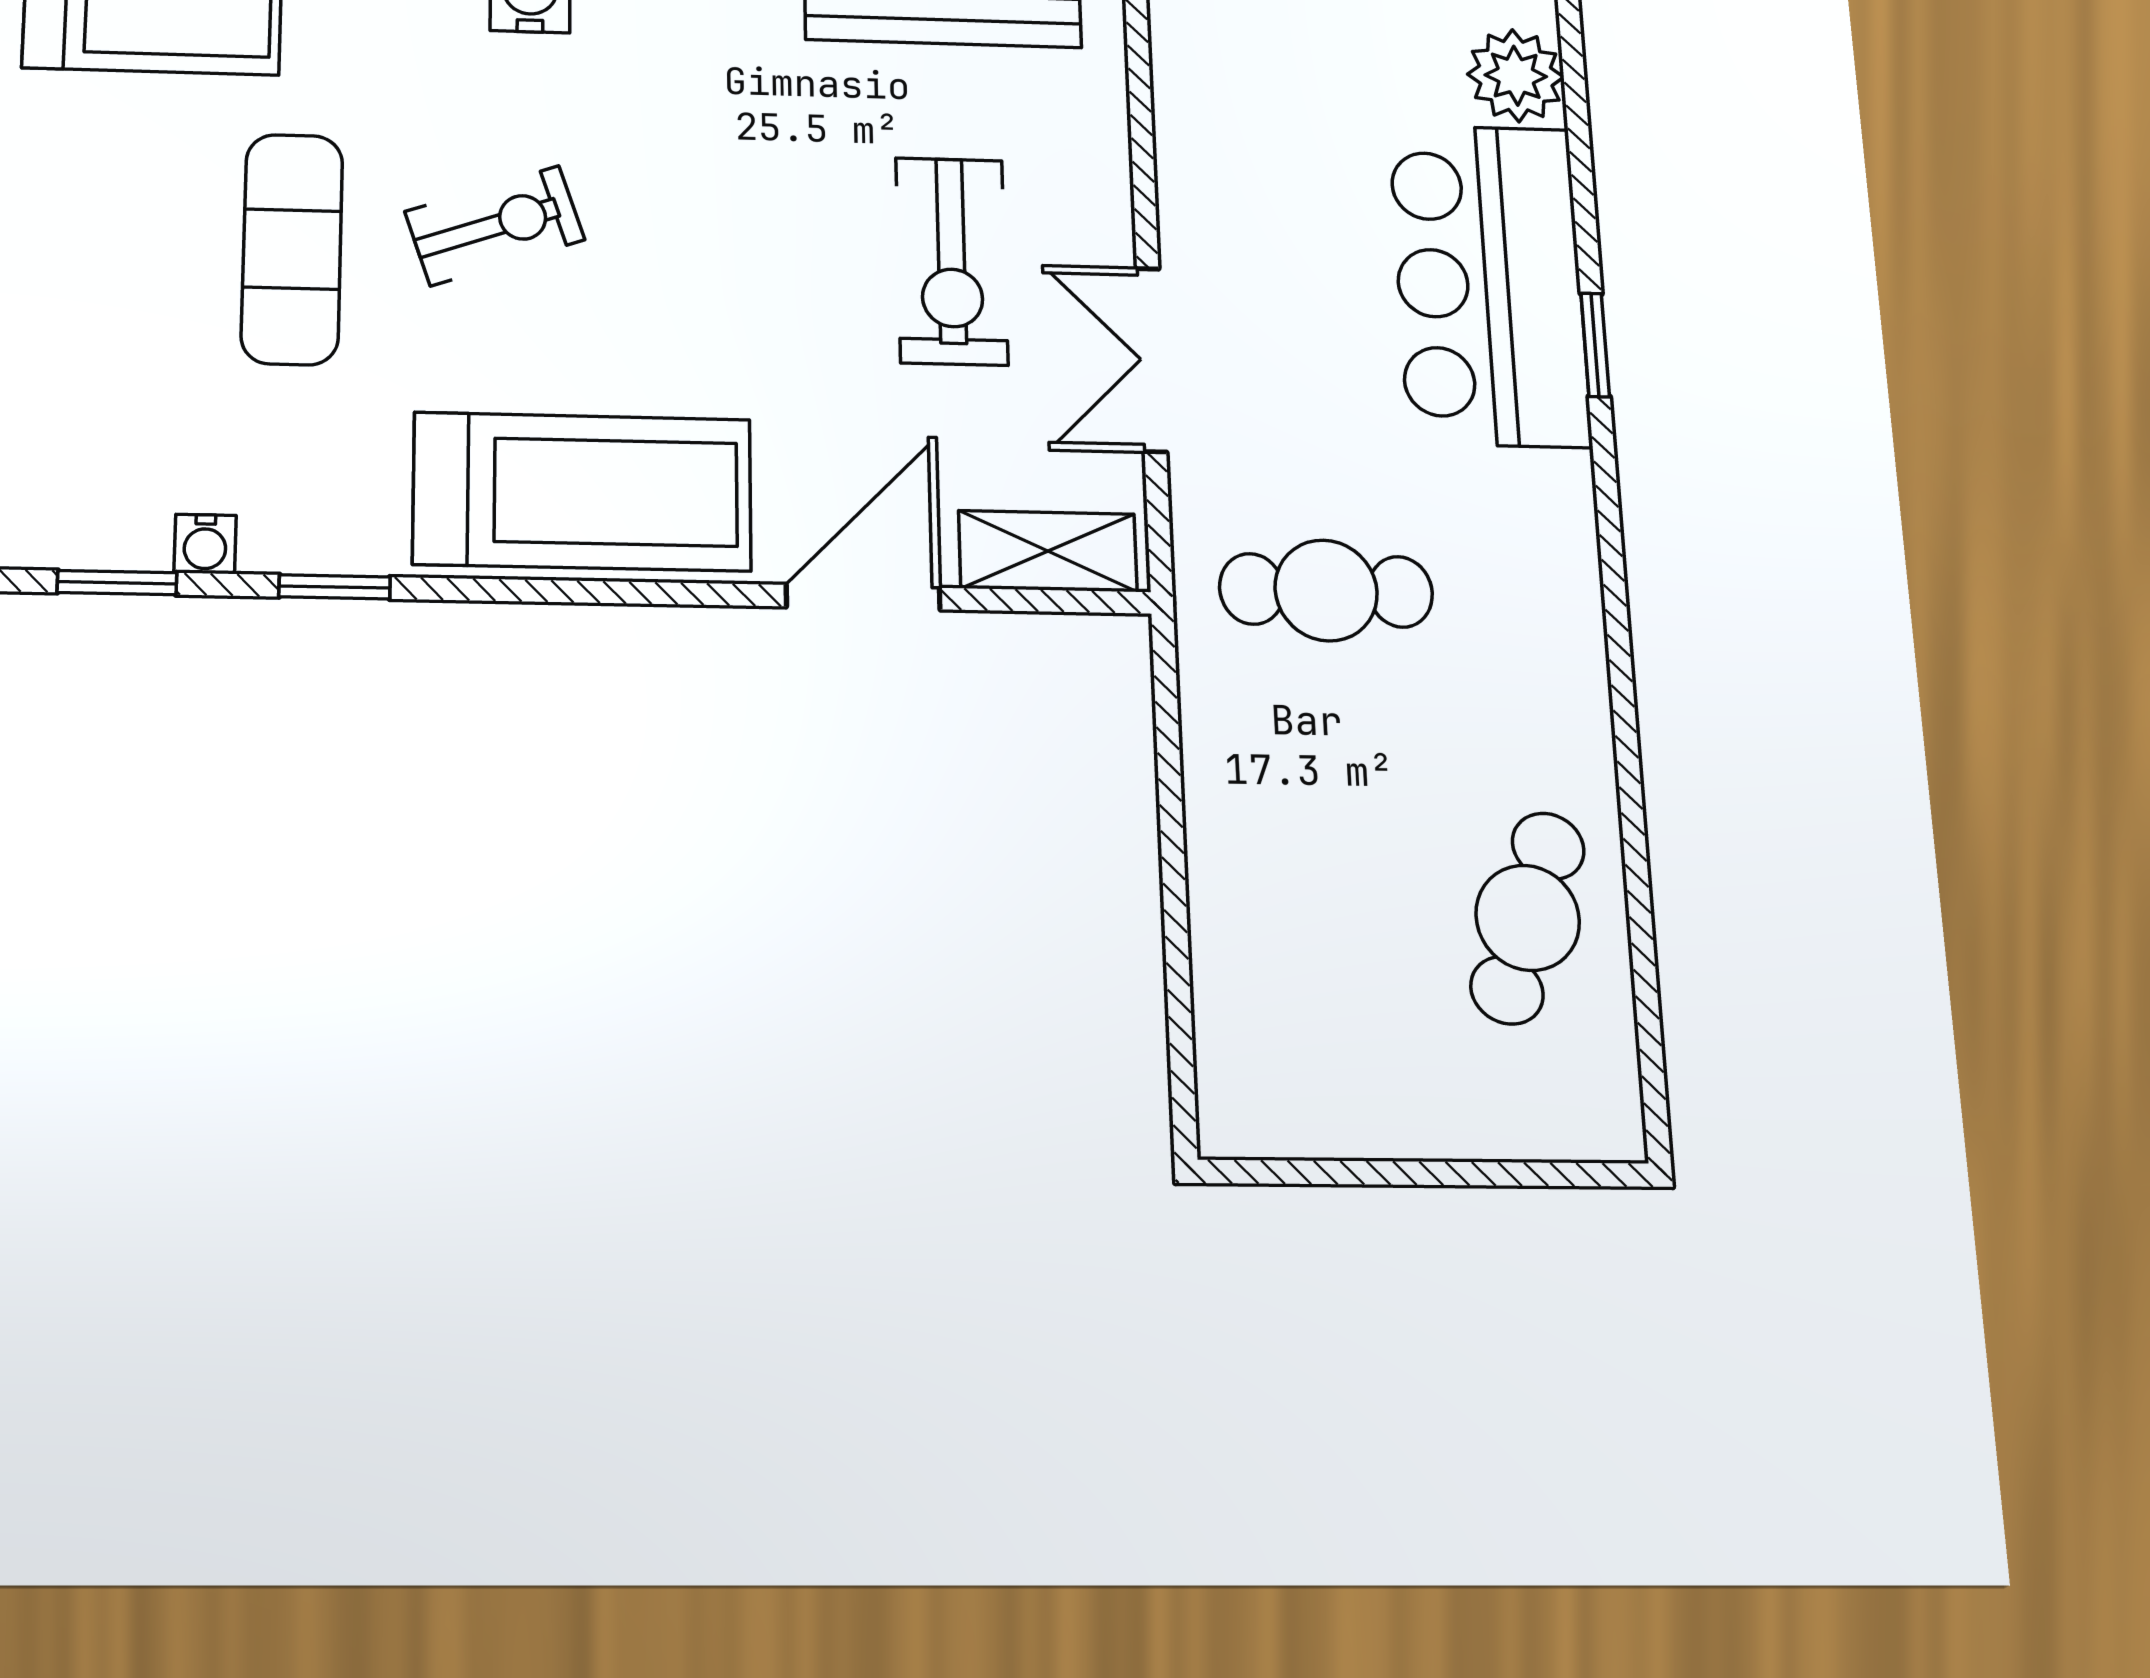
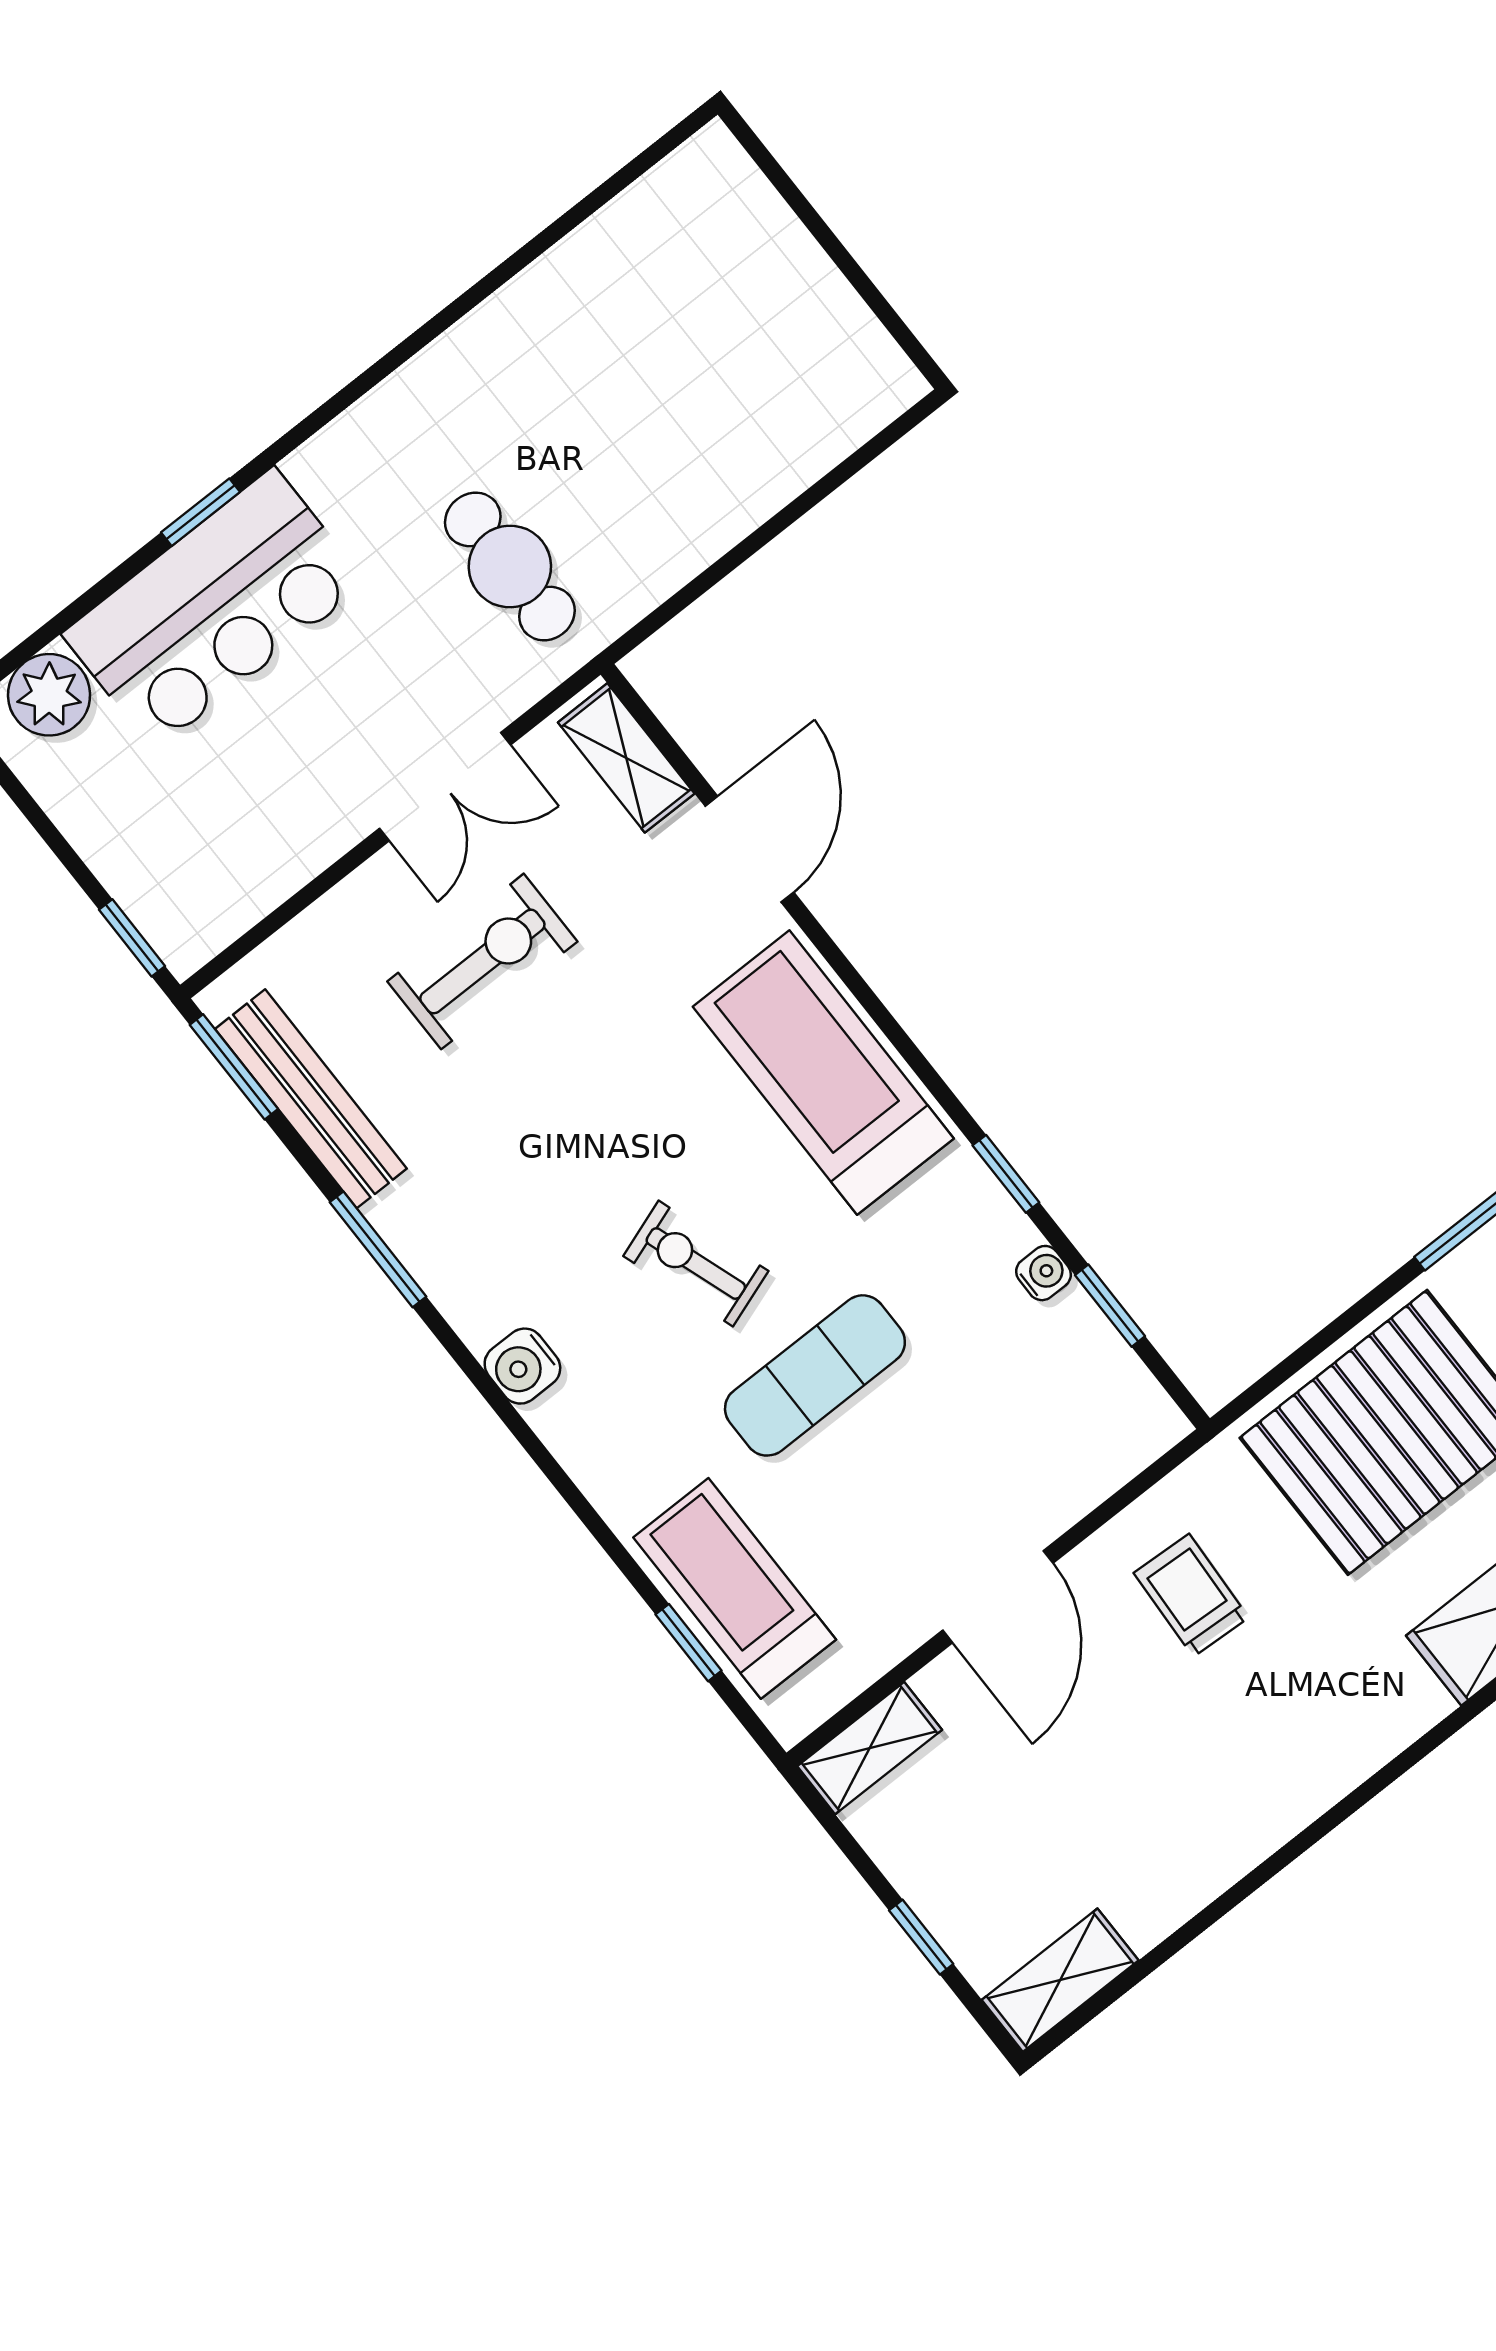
door: (863, 597) -> (749, 849), swing flipped
cafe table: (1528, 918) -> (622, 294), removed

